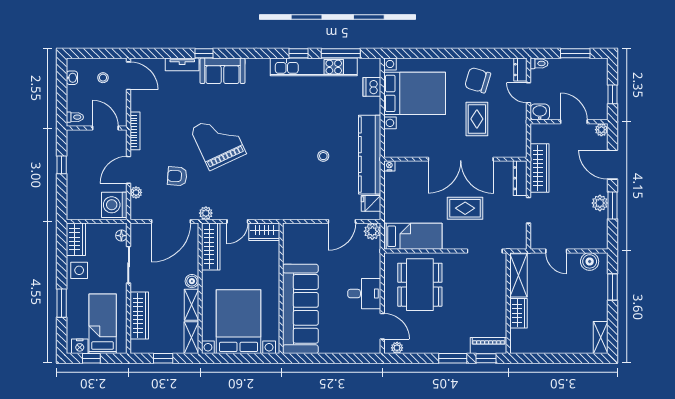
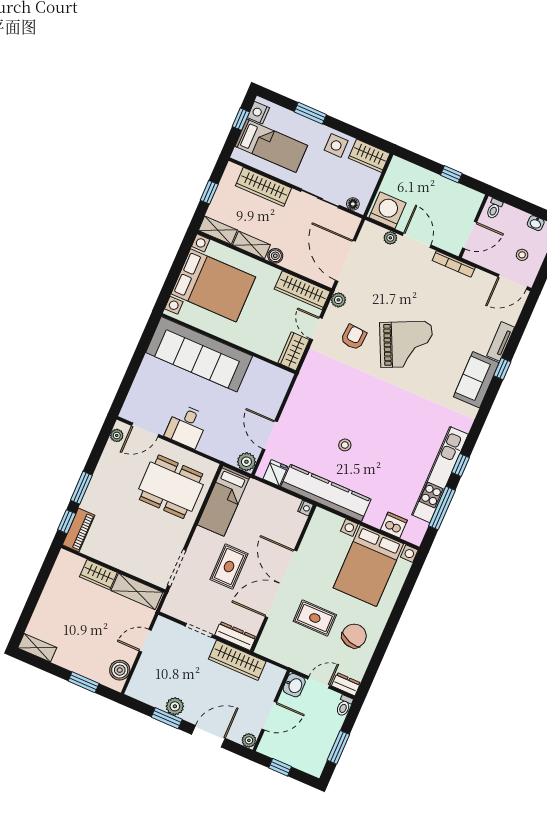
armchair: (177, 176) -> (354, 337), moved

